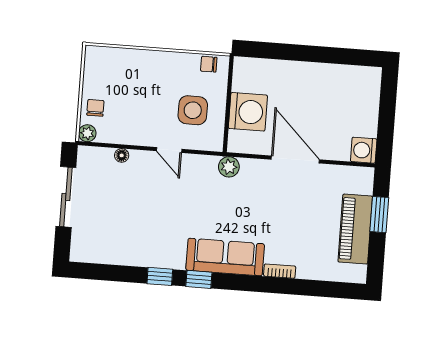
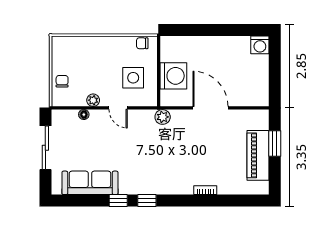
plant: (87, 133) -> (93, 100), moved
washing machine: (364, 150) -> (260, 45), moved, turned -90
sofa: (225, 257) -> (90, 183), moved

